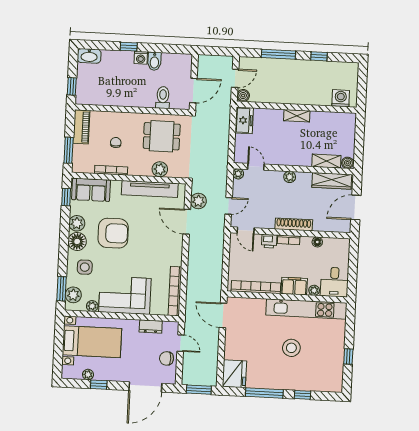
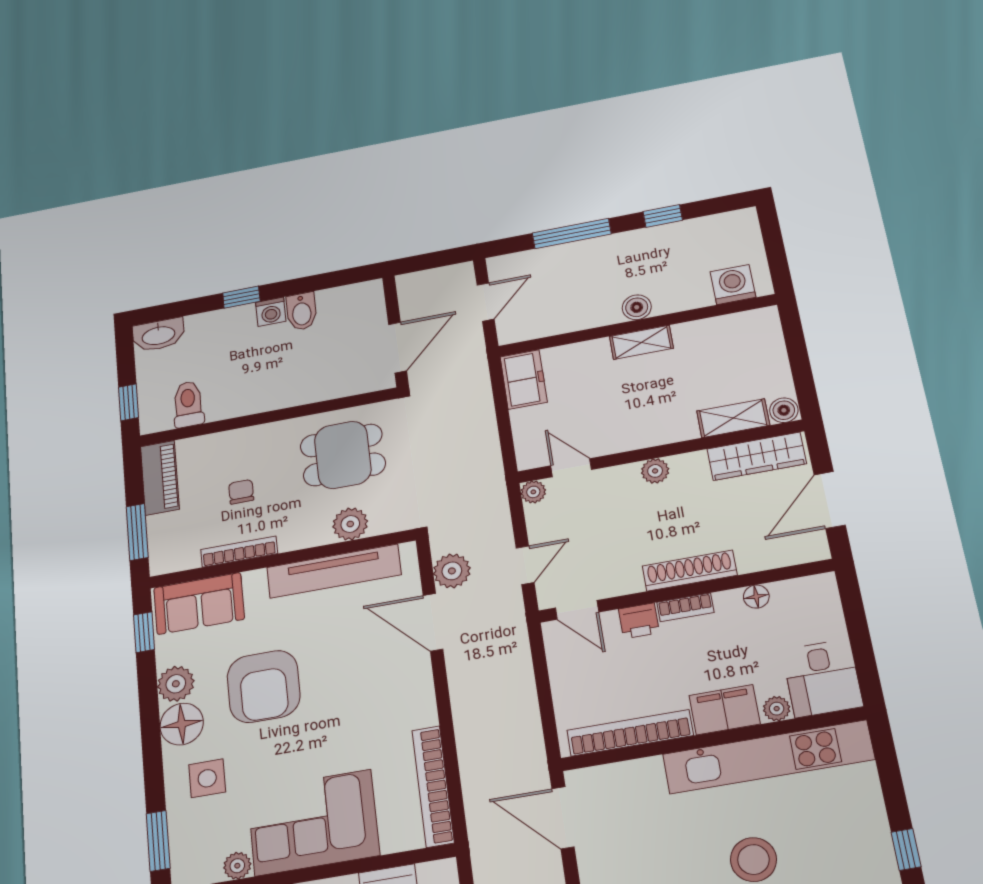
boiler: (243, 96) -> (637, 307), moved
toilet: (163, 98) -> (188, 404), moved
armchair: (113, 233) -> (264, 686), turned 90
plant: (73, 295) -> (188, 849), removed

